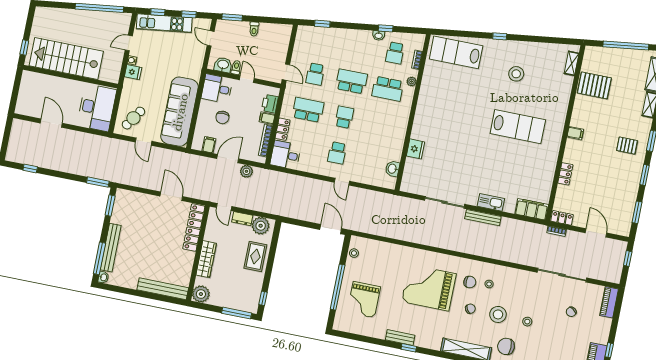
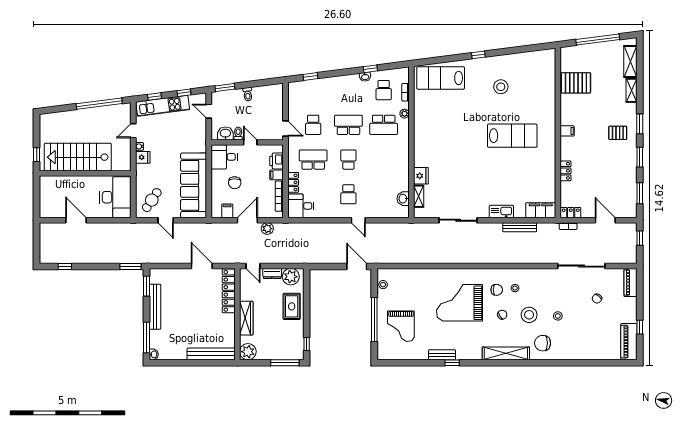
shelving: (572, 63) -> (419, 196), moved
bench: (483, 218) -> (520, 227), moved
bench: (111, 248) -> (155, 307), moved

